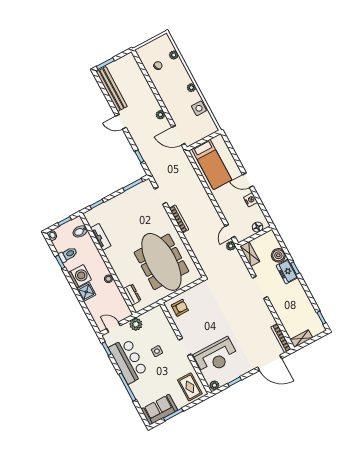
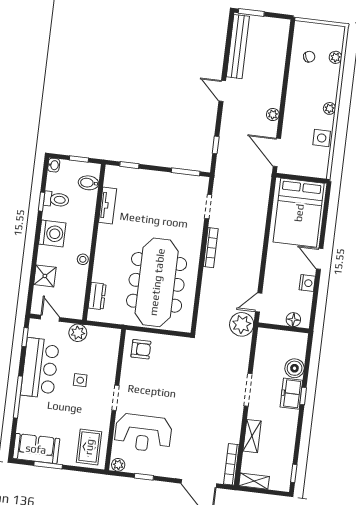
bed: (212, 164) -> (299, 213), width x1.50
plant: (231, 246) -> (242, 324), width x1.88, depth x1.88
shelving: (250, 254) -> (252, 436), moved
shower: (86, 292) -> (45, 276), moved

